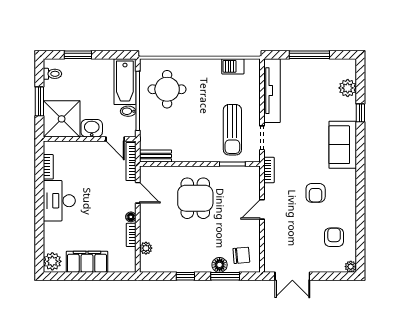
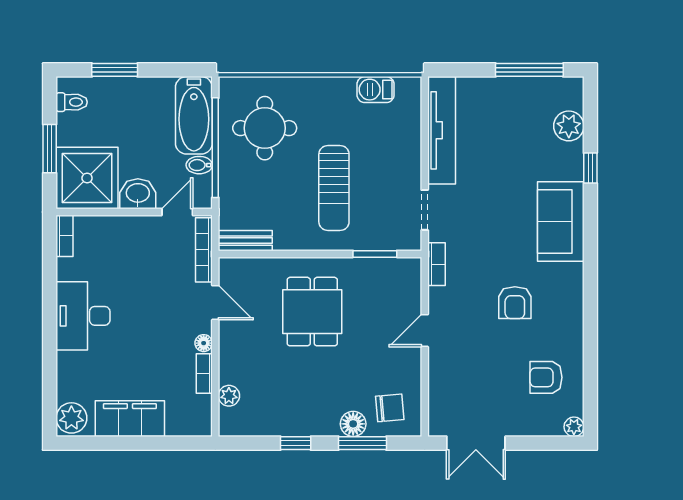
window: (309, 55) -> (529, 70), moved
sun lounger: (232, 130) -> (334, 188), moved
door: (115, 139) -> (177, 212), swing flipped
bookcase: (48, 167) -> (65, 236), moved
armchair: (334, 237) -> (546, 377), turned -90

